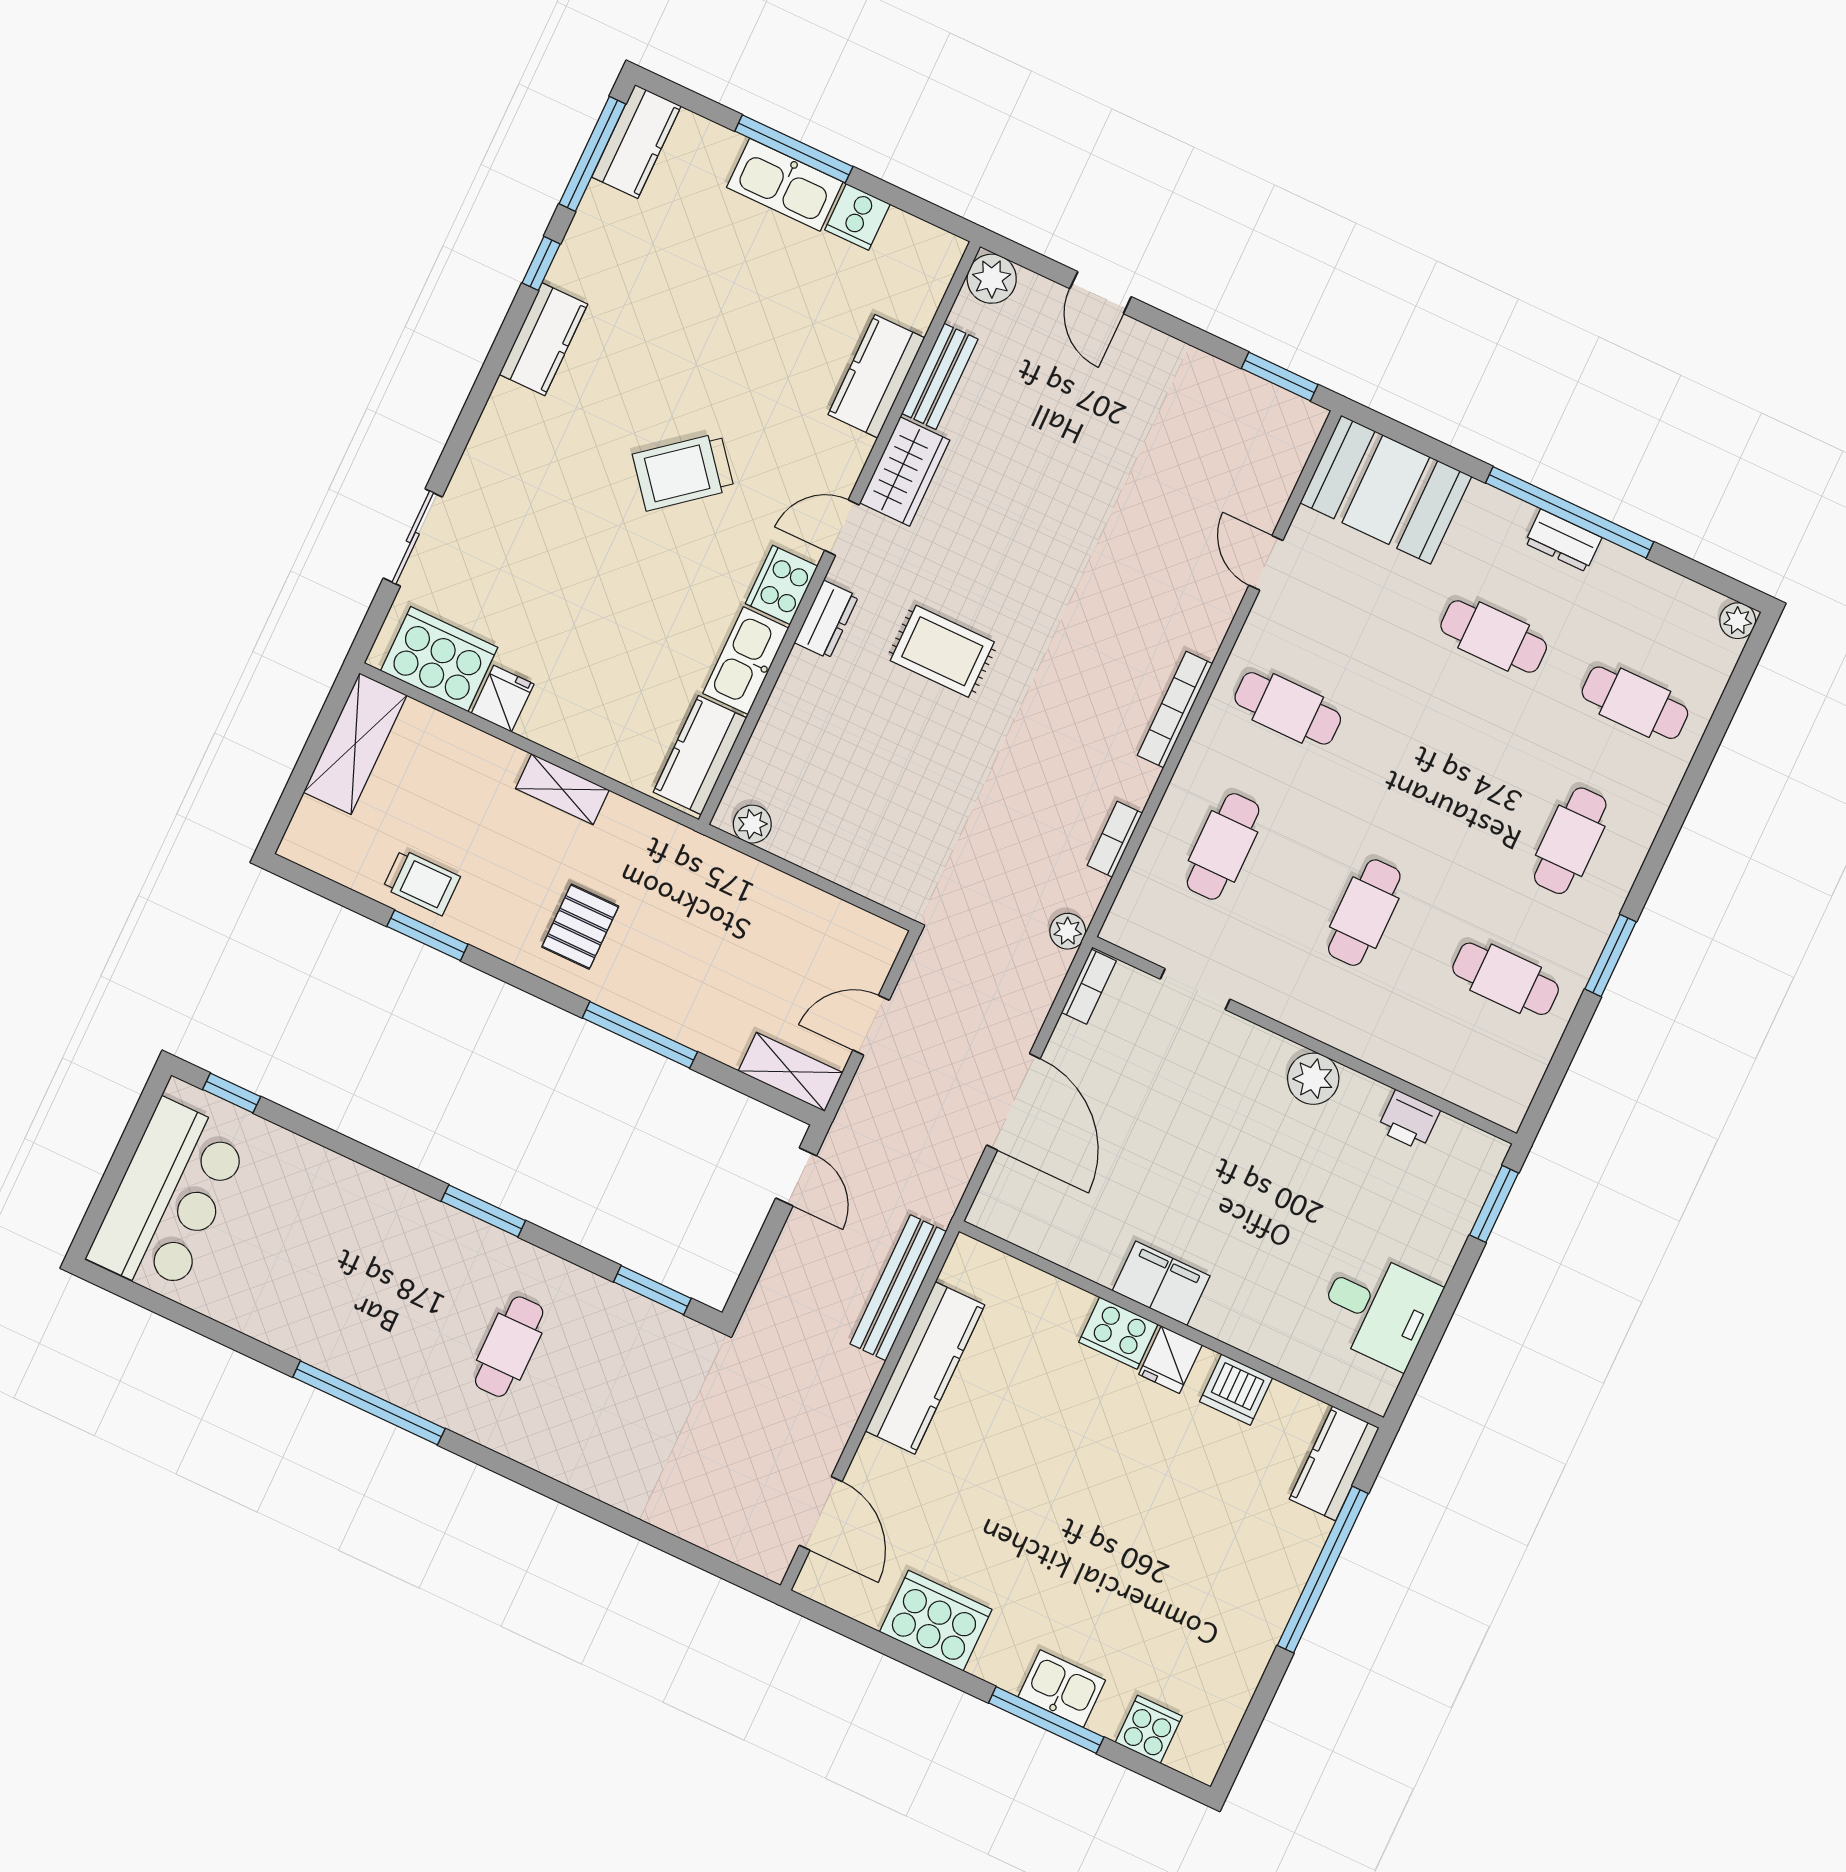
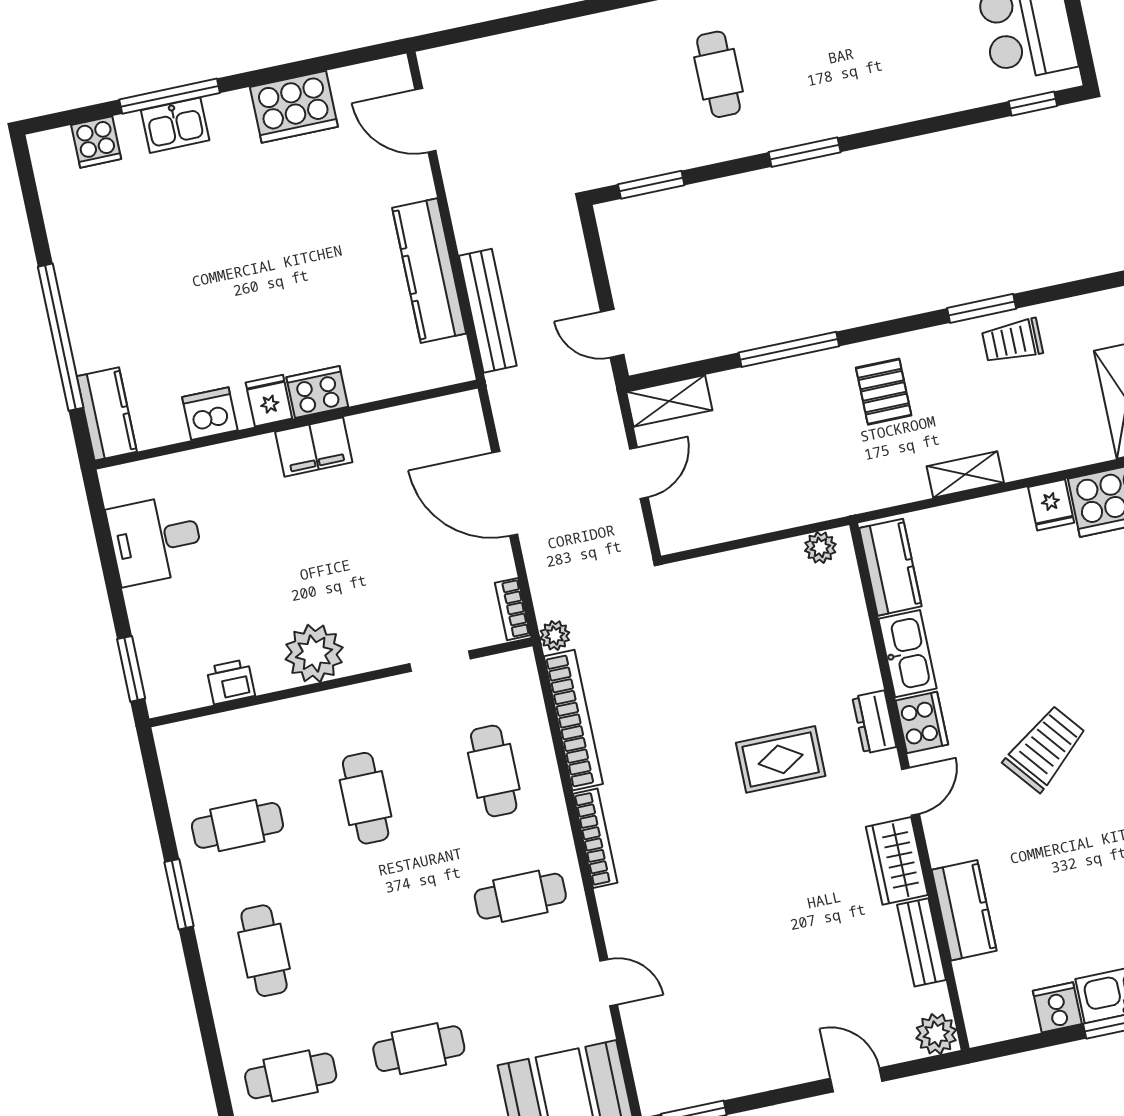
bookcase: (1115, 839) -> (573, 720), width x2.31, depth x1.31
plant: (1313, 1079) -> (314, 653), width x1.36, depth x1.36

